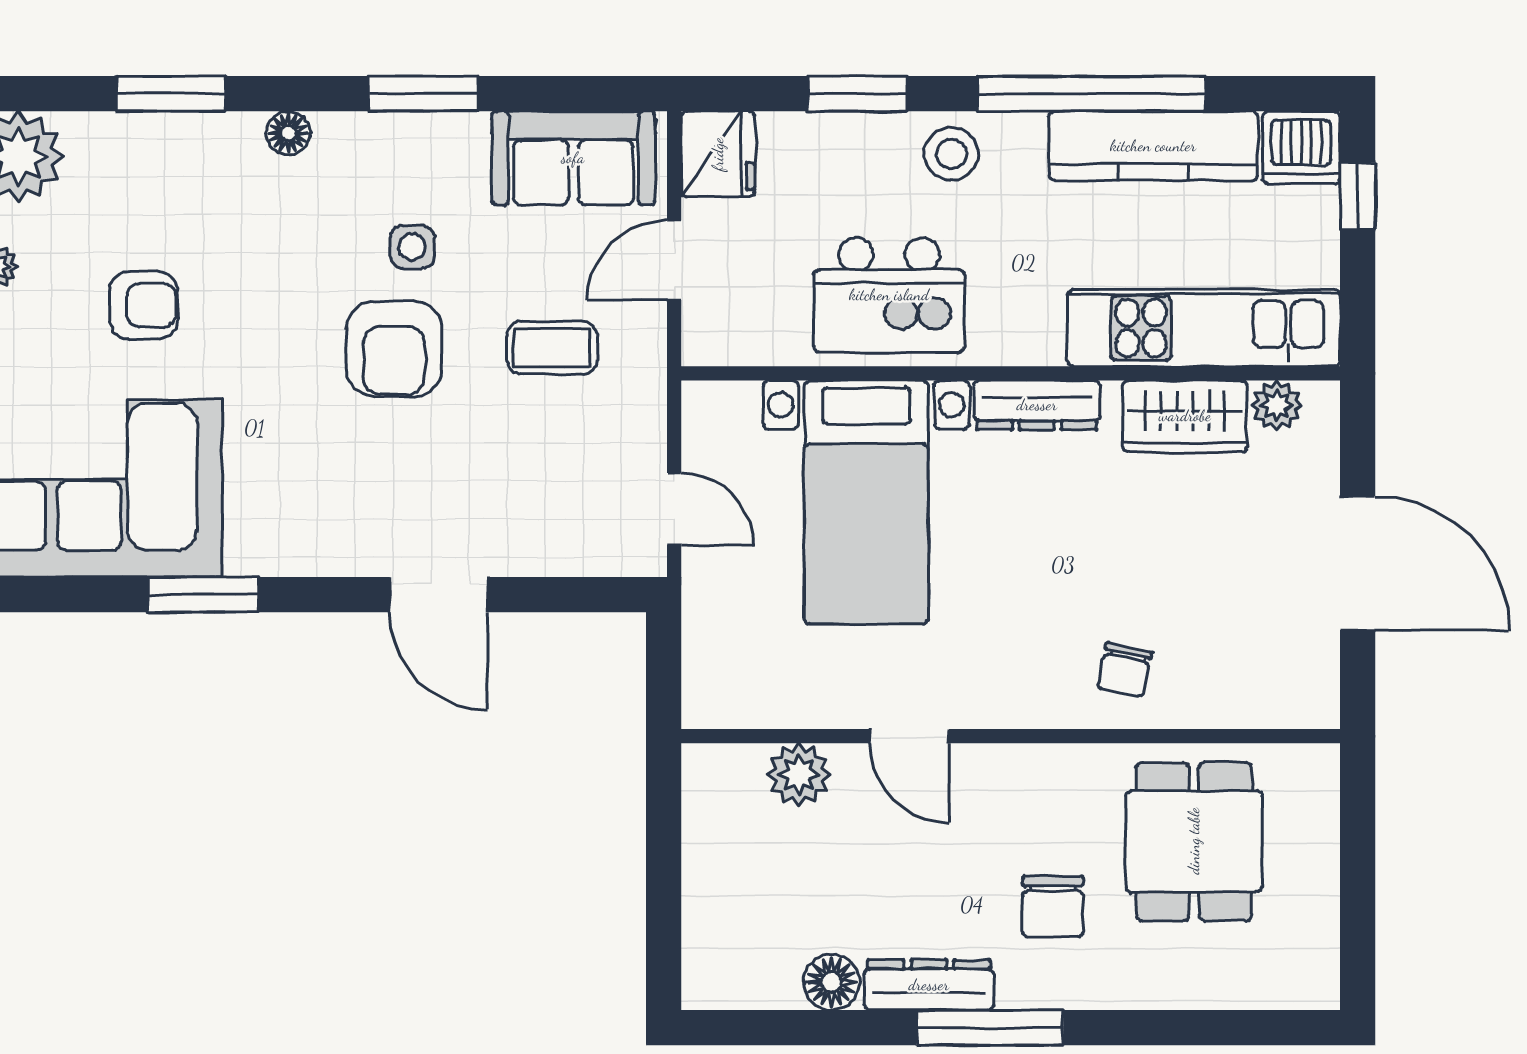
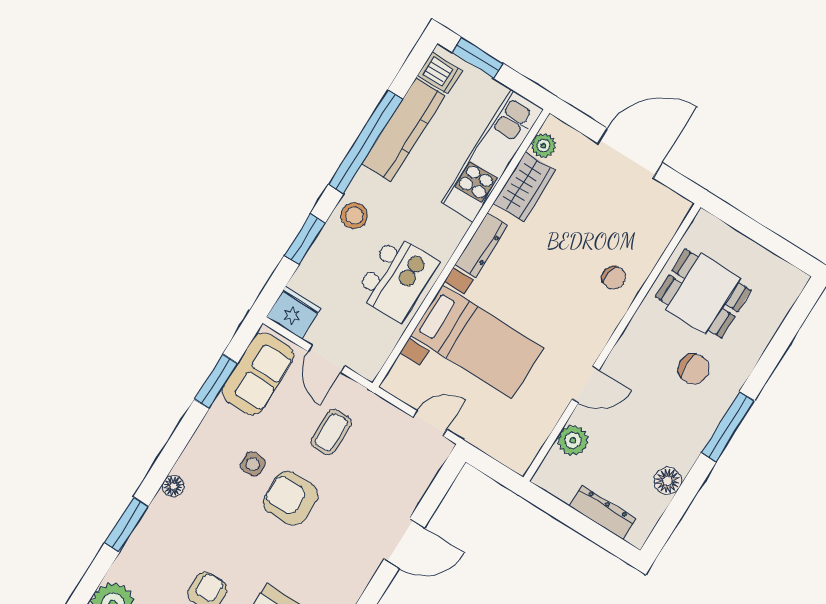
window: (423, 94) -> (216, 381), moved
dishwasher: (1301, 147) -> (440, 73), width x0.73
window: (1358, 196) -> (477, 58), width x1.50
armchair: (394, 349) -> (290, 498), turned 180
dresser: (929, 985) -> (603, 512), moved, turned 90

